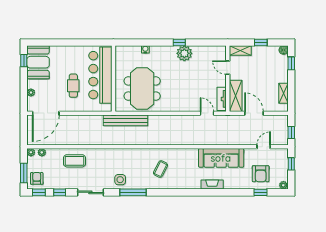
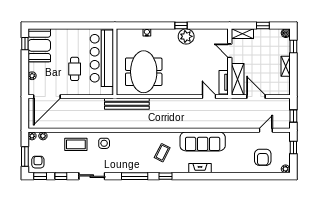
shelving: (283, 93) -> (286, 66), moved
sofa: (221, 158) -> (203, 141), moved
side table: (120, 180) -> (104, 143), moved
fireplace: (212, 185) -> (200, 168), moved
window: (260, 192) -> (166, 176), moved

